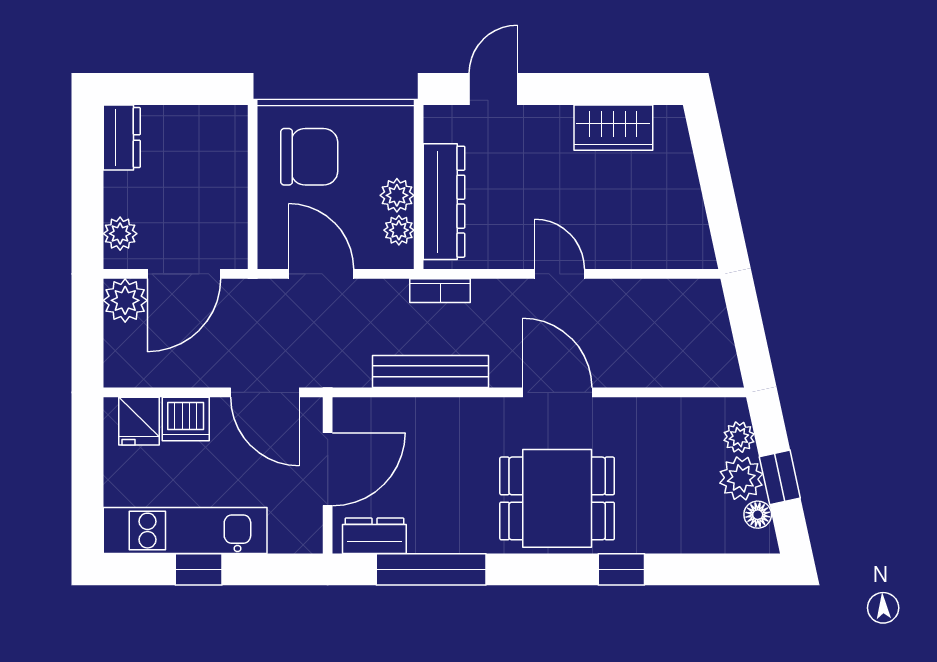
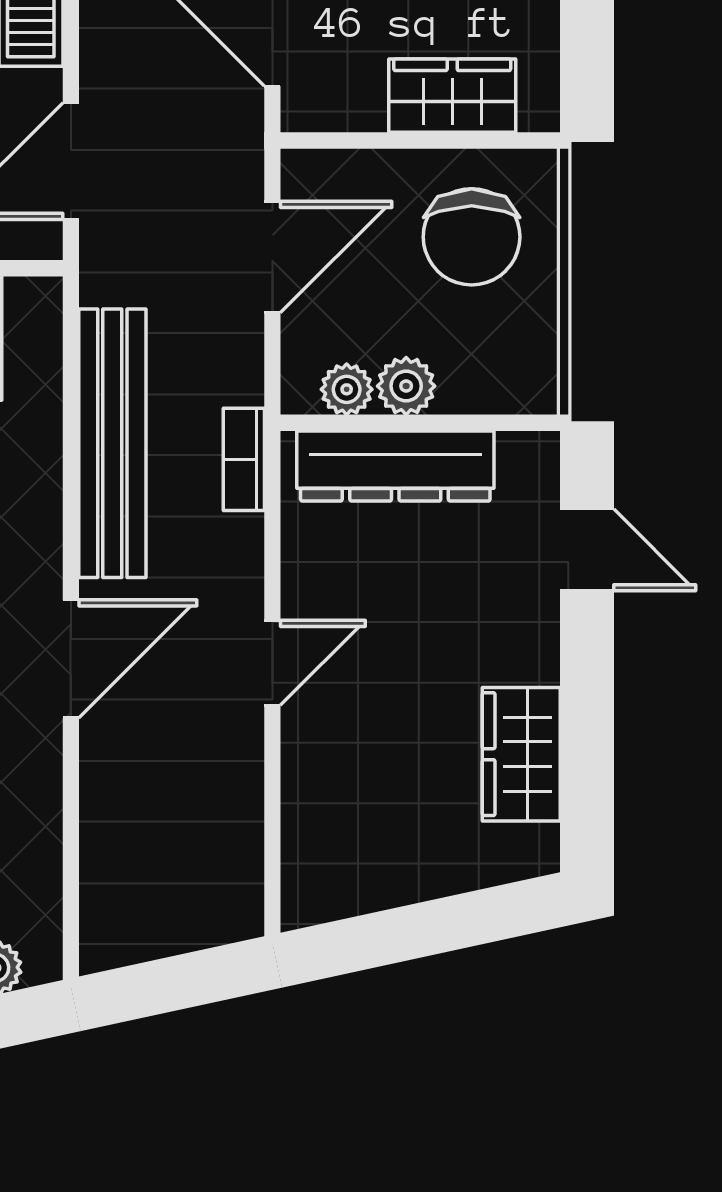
wardrobe: (226, 168) -> (452, 96), added
bench: (431, 371) -> (112, 443), width x1.37, depth x1.21

